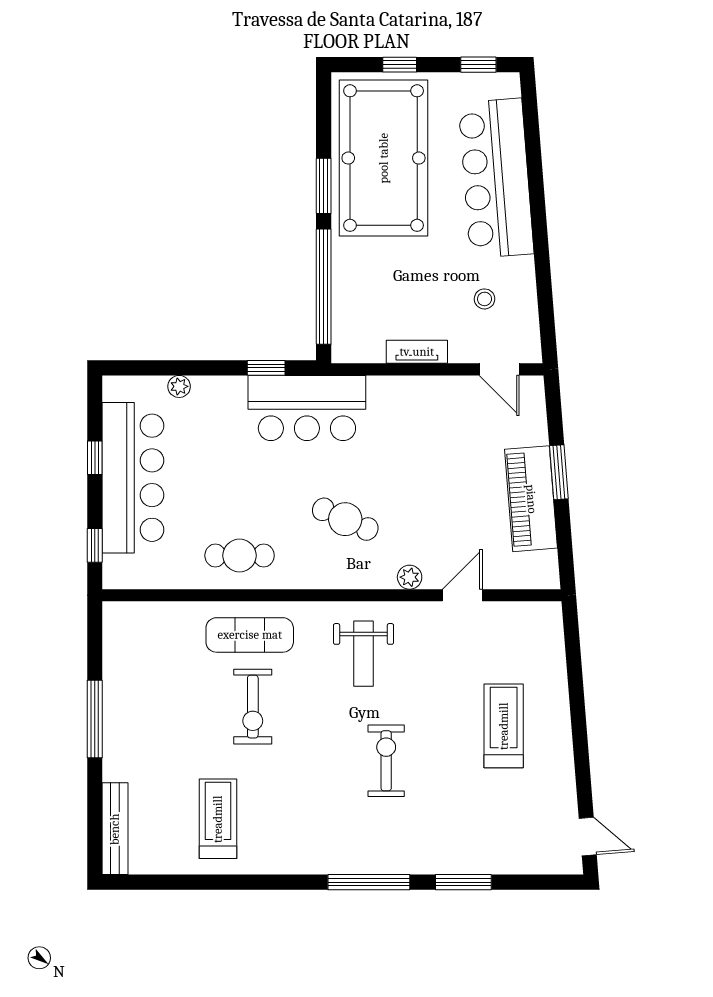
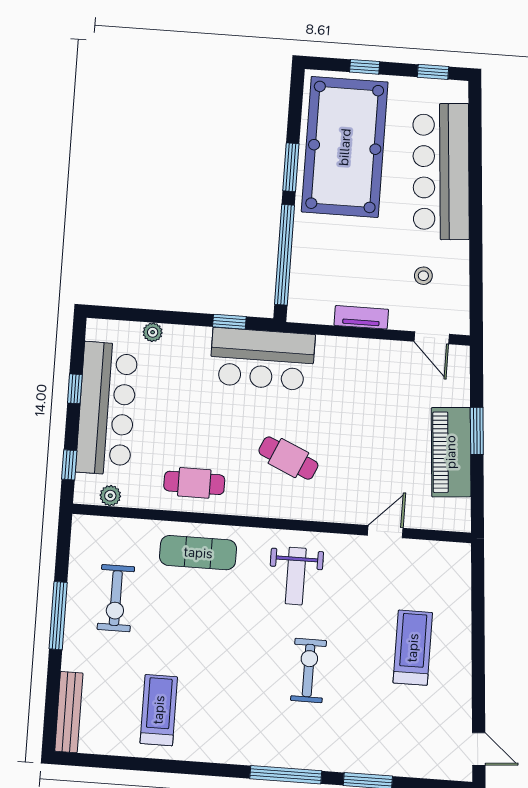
plant: (410, 577) -> (110, 496), moved
exercise bike: (253, 707) -> (116, 598), moved

